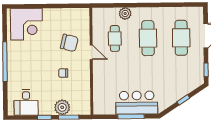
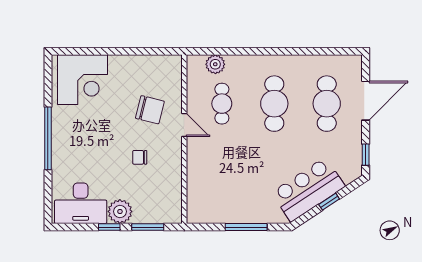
plant: (125, 13) -> (215, 64), moved
desk: (26, 102) -> (81, 203), width x1.37
bar counter: (137, 103) -> (308, 189), moved, turned -33
plant: (62, 107) -> (120, 211), moved

